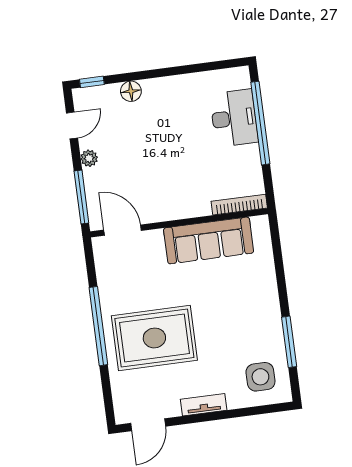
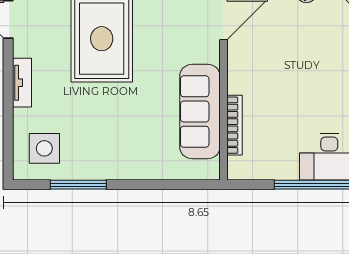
bookcase: (239, 205) -> (234, 125), moved

